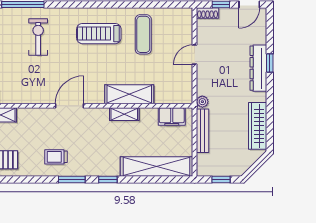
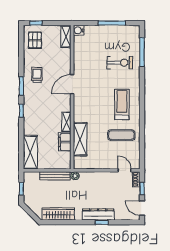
door: (195, 55) -> (125, 170), moved
shelving: (129, 94) -> (80, 139), moved
door: (69, 106) -> (72, 84), swing flipped
filing cabinet: (172, 117) -> (65, 142), moved
shelving: (157, 167) -> (30, 152), width x0.68

